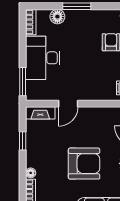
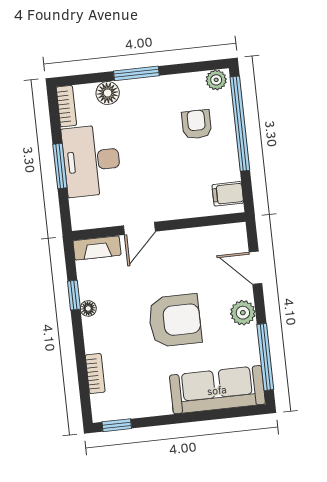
window: (23, 82) -> (60, 166), moved
floor lamp: (31, 173) -> (88, 308), moved

